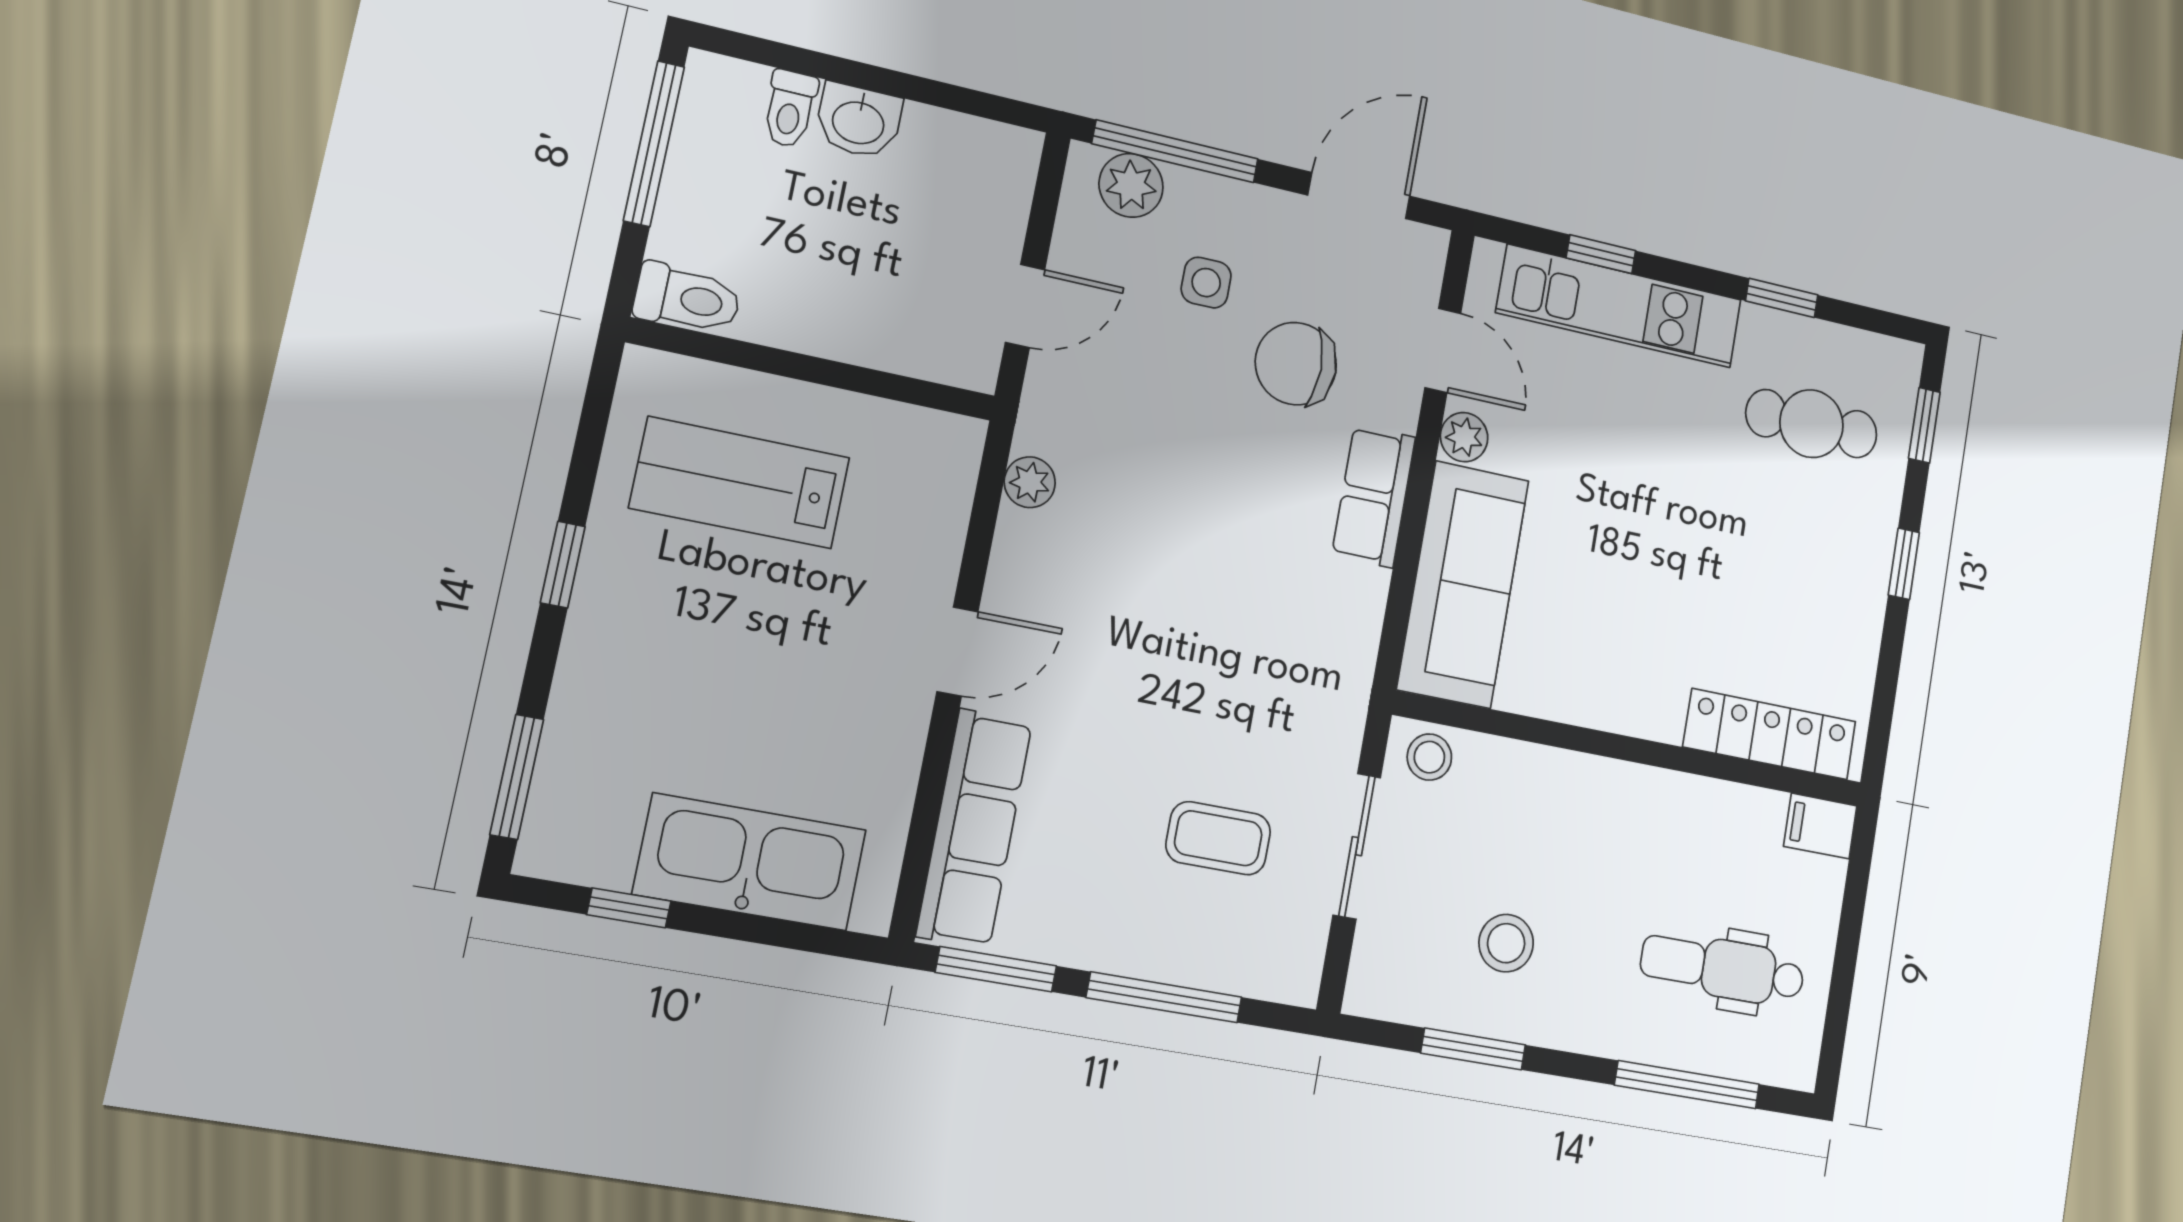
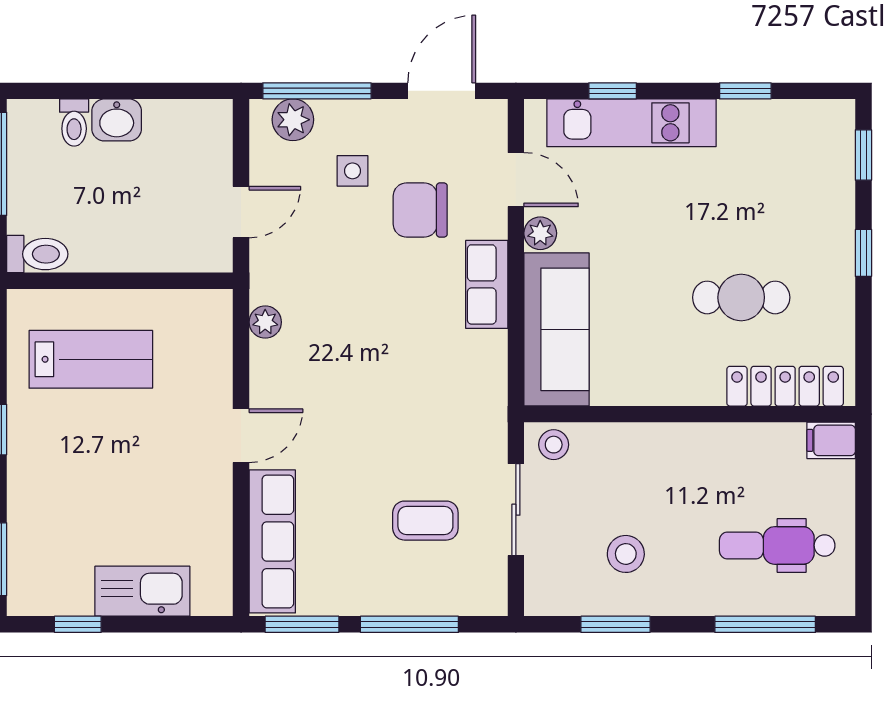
cafe table: (1811, 424) -> (741, 297), moved
lab bench: (740, 483) -> (91, 359), turned 180
kitchen sink: (750, 862) -> (142, 591), width x0.73, depth x0.81

